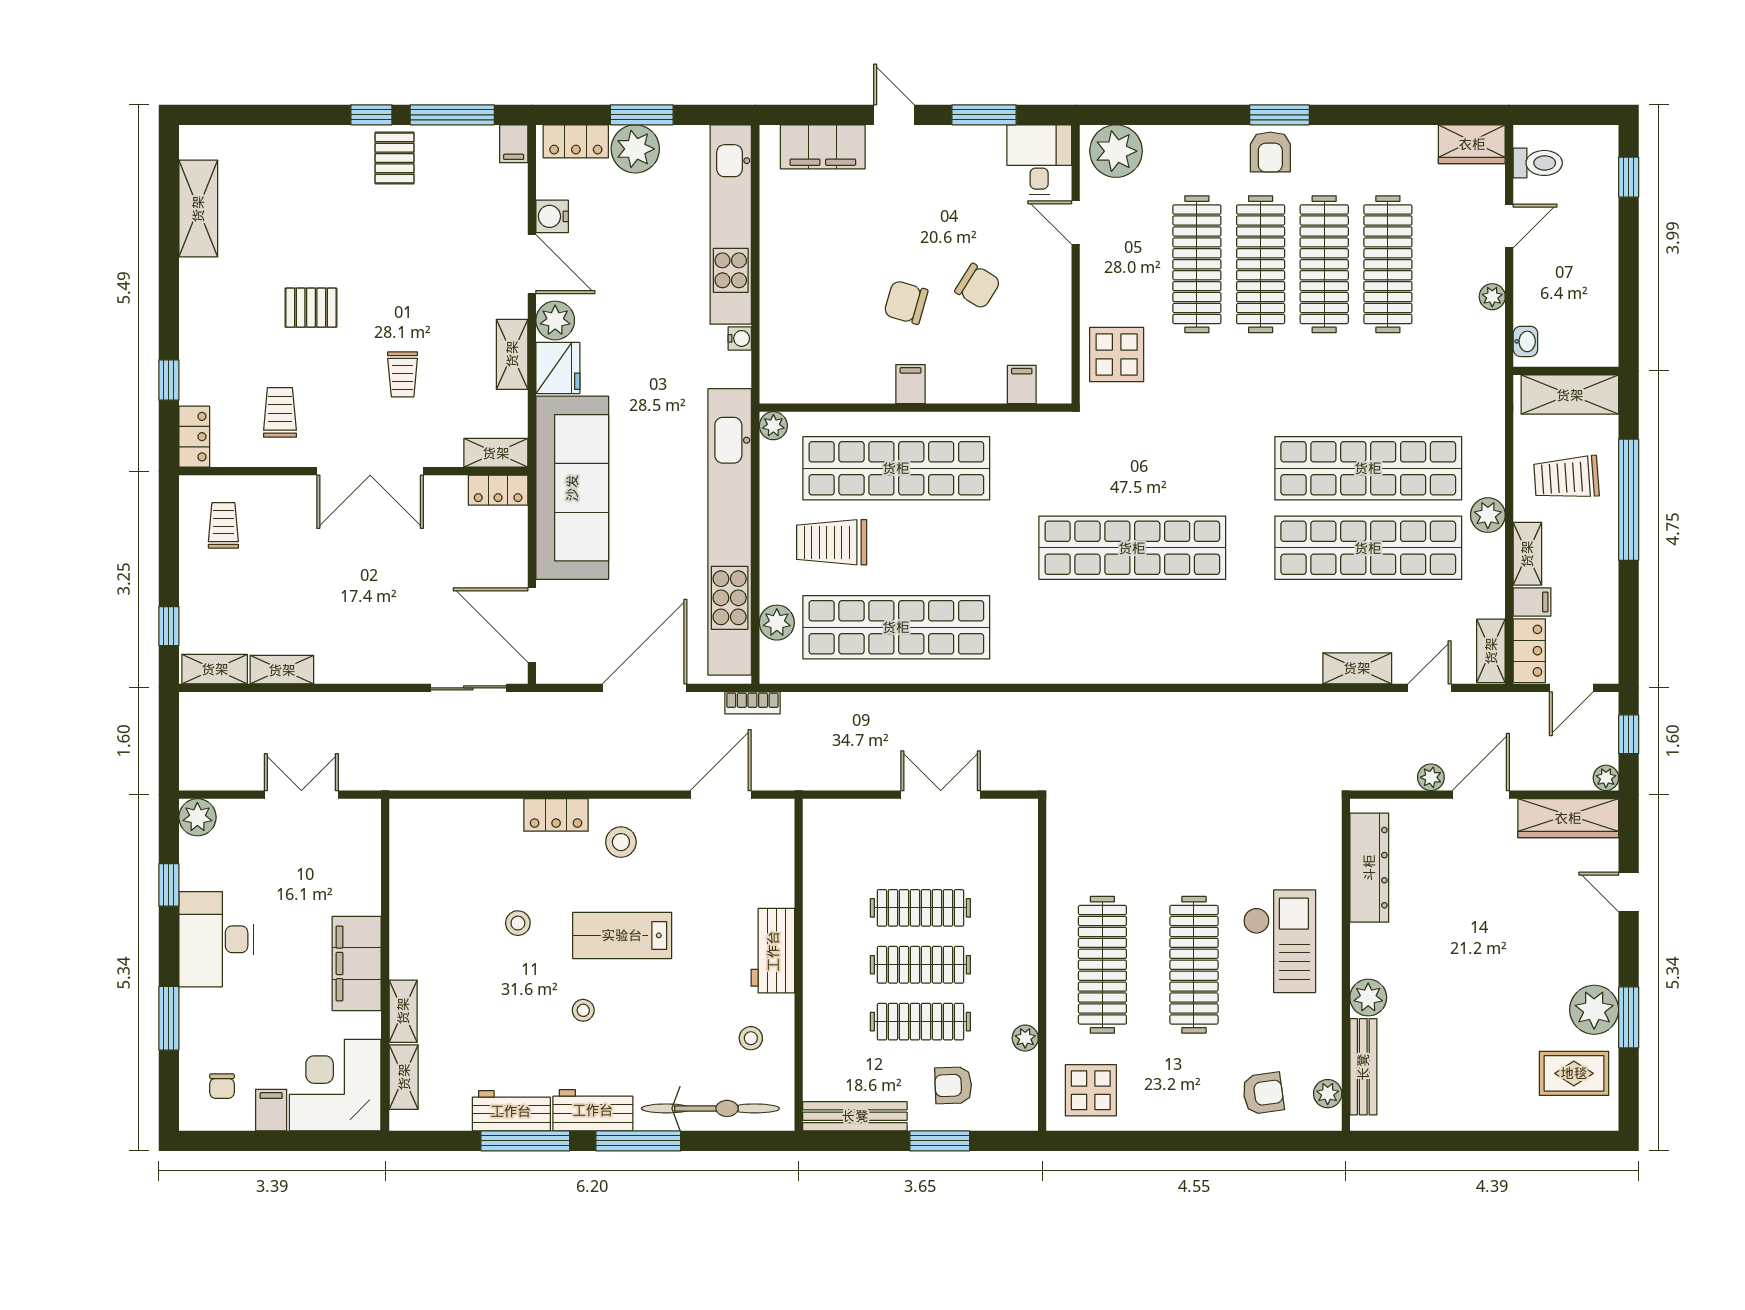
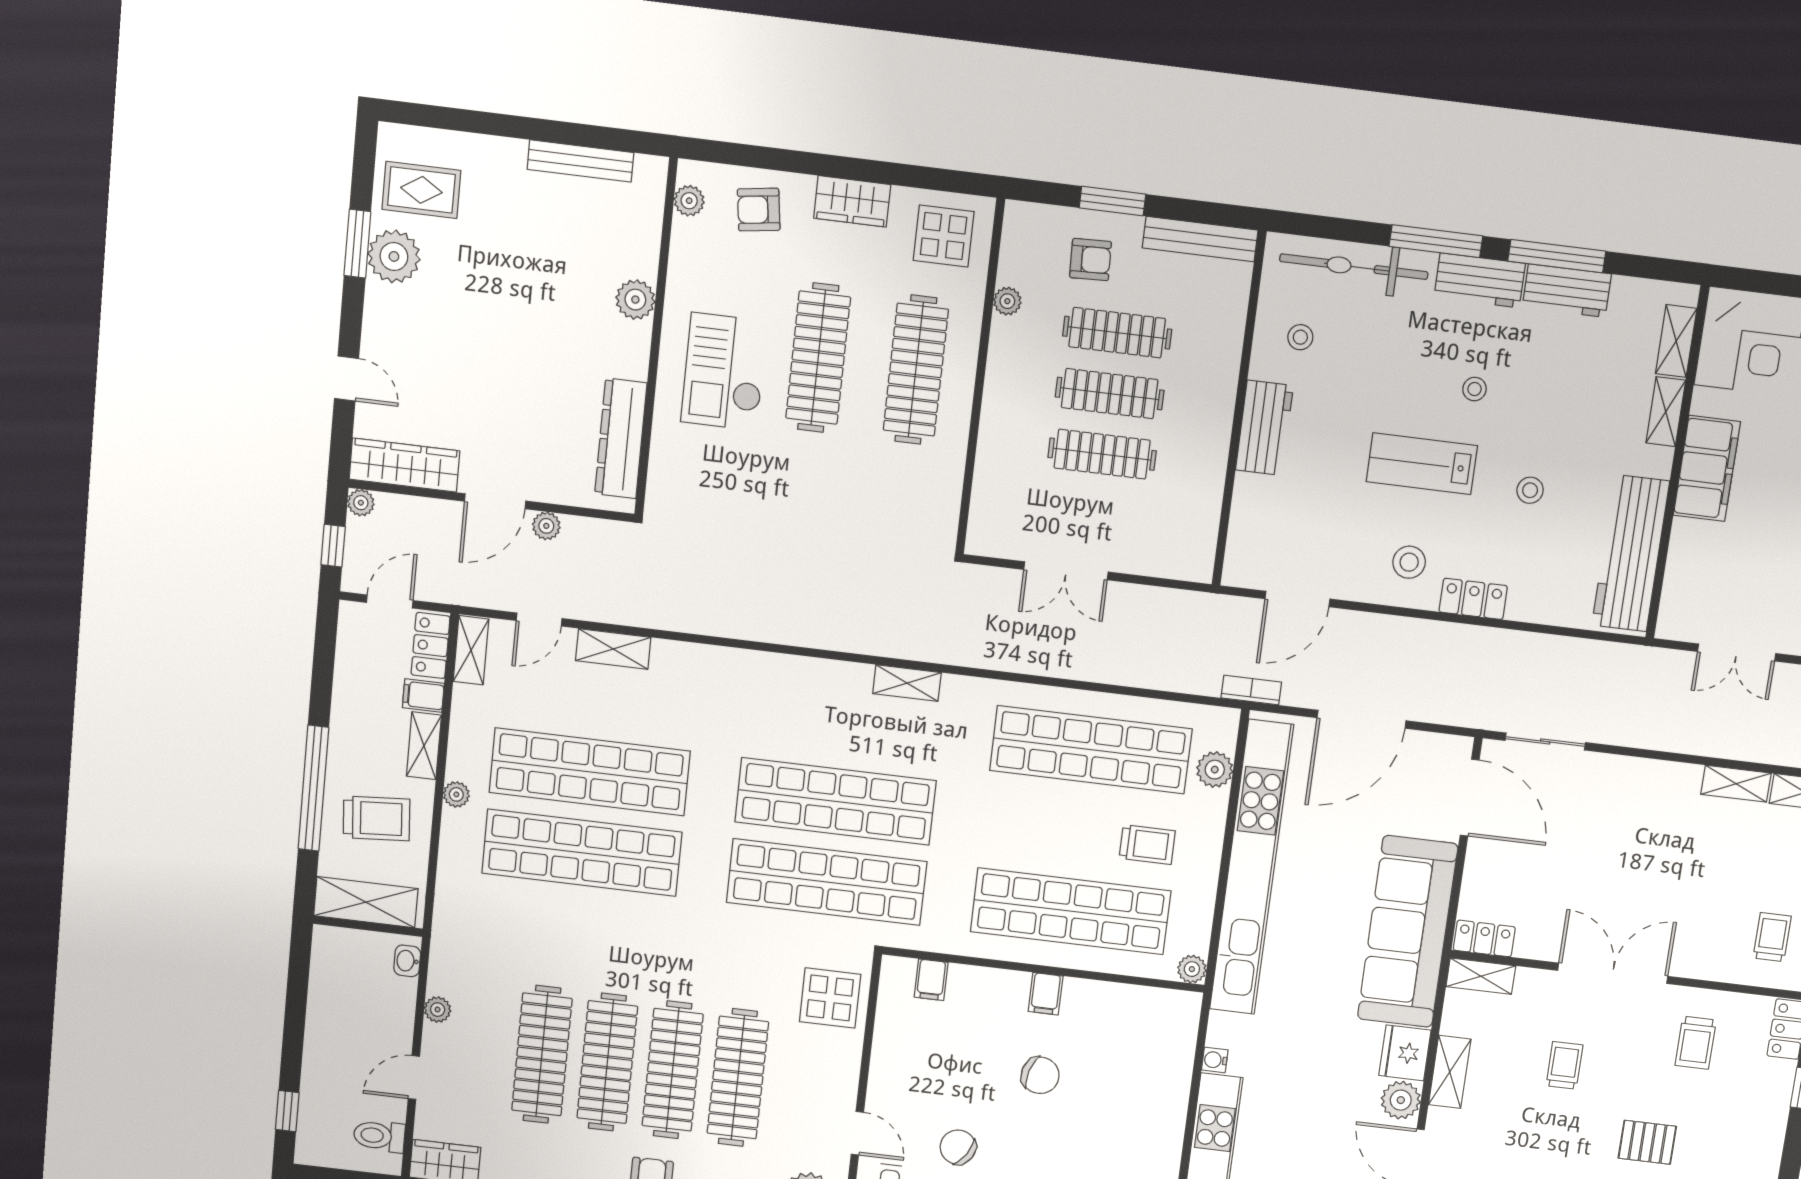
chair: (978, 286) -> (958, 1147), moved
shop shelf: (1132, 468) -> (827, 882), added
plant: (1488, 515) -> (456, 794), width x0.73, depth x0.73
trolley: (223, 525) -> (1772, 937), turned 180
trolley: (832, 542) -> (1147, 845), width x0.73, depth x0.72
shelving: (1077, 670) -> (907, 683), added
workbench: (415, 876) -> (1631, 553), added
lab bench: (622, 935) -> (1422, 464), turned 180
bench: (1363, 1067) -> (580, 161), moved, turned 90
wardrobe: (1178, 1111) -> (852, 201), added

